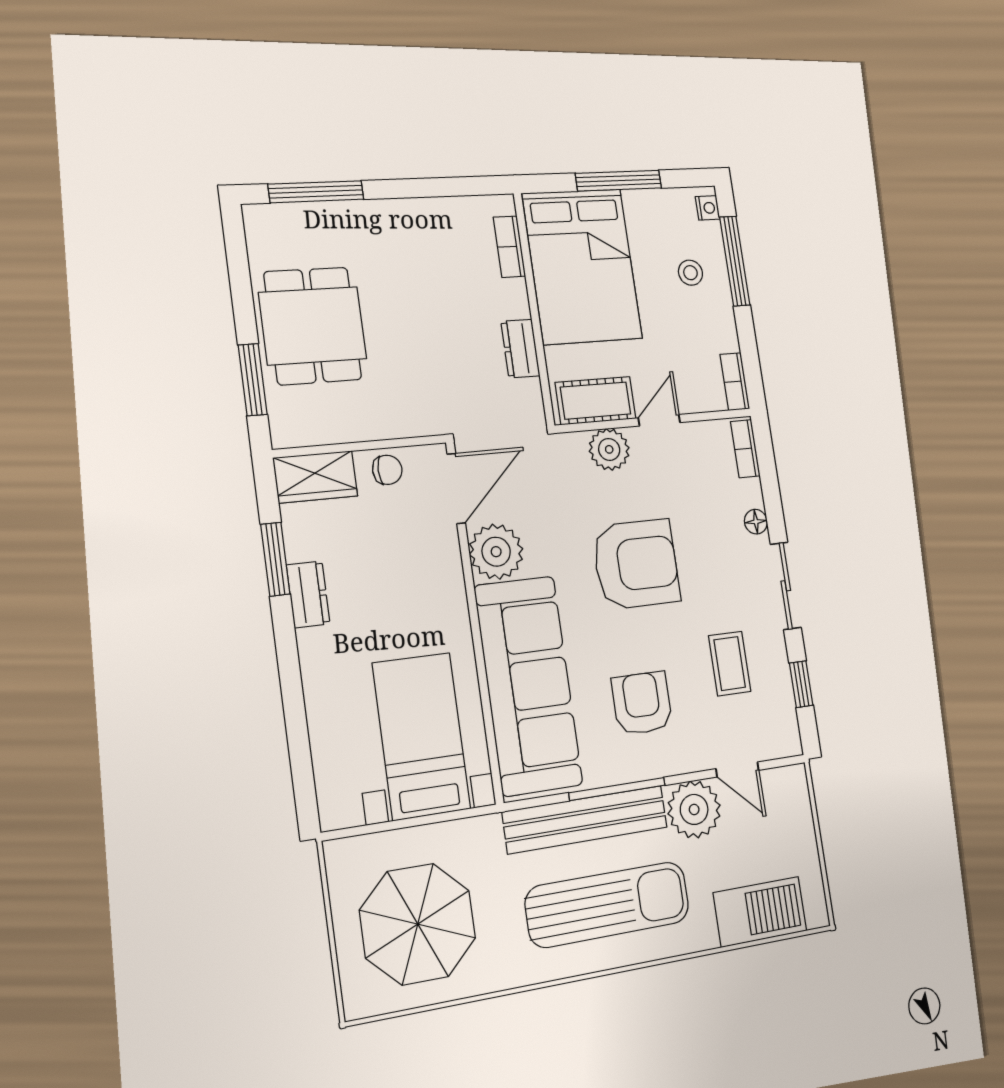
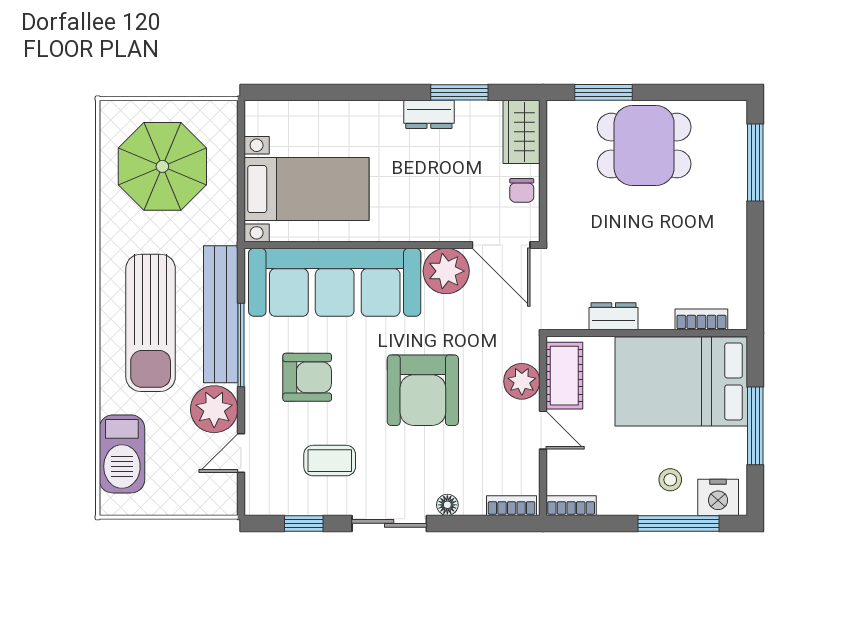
nightstand: (708, 208) -> (718, 497), width x1.89, depth x1.79

